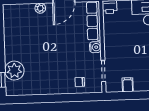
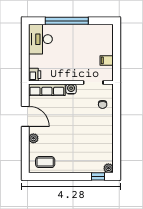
coffee table: (15, 22) -> (45, 162), added
plant: (14, 71) -> (108, 168), moved, width x0.53, depth x0.53

